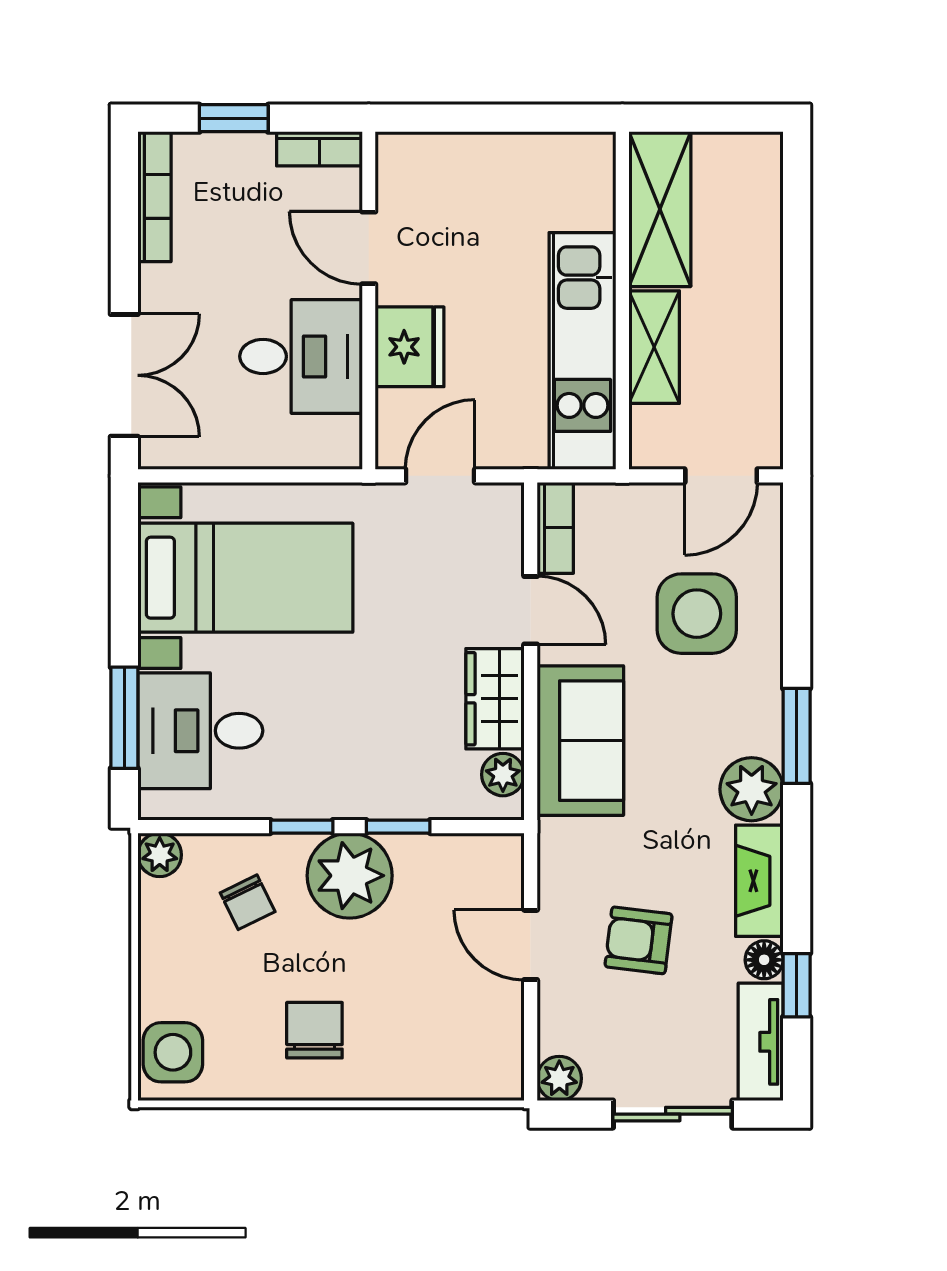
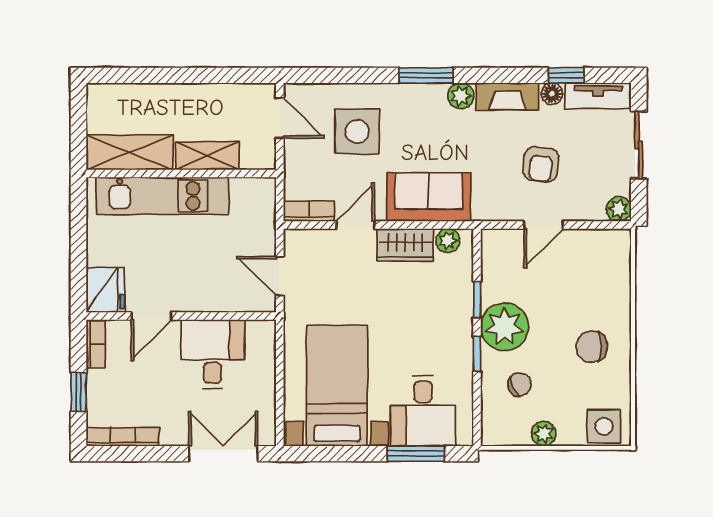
fridge: (410, 347) -> (105, 290), moved, turned 90
kitchen unit: (582, 351) -> (162, 196), moved
plant: (752, 789) -> (461, 96), width x0.73, depth x0.73
plant: (160, 855) -> (544, 434), moved

